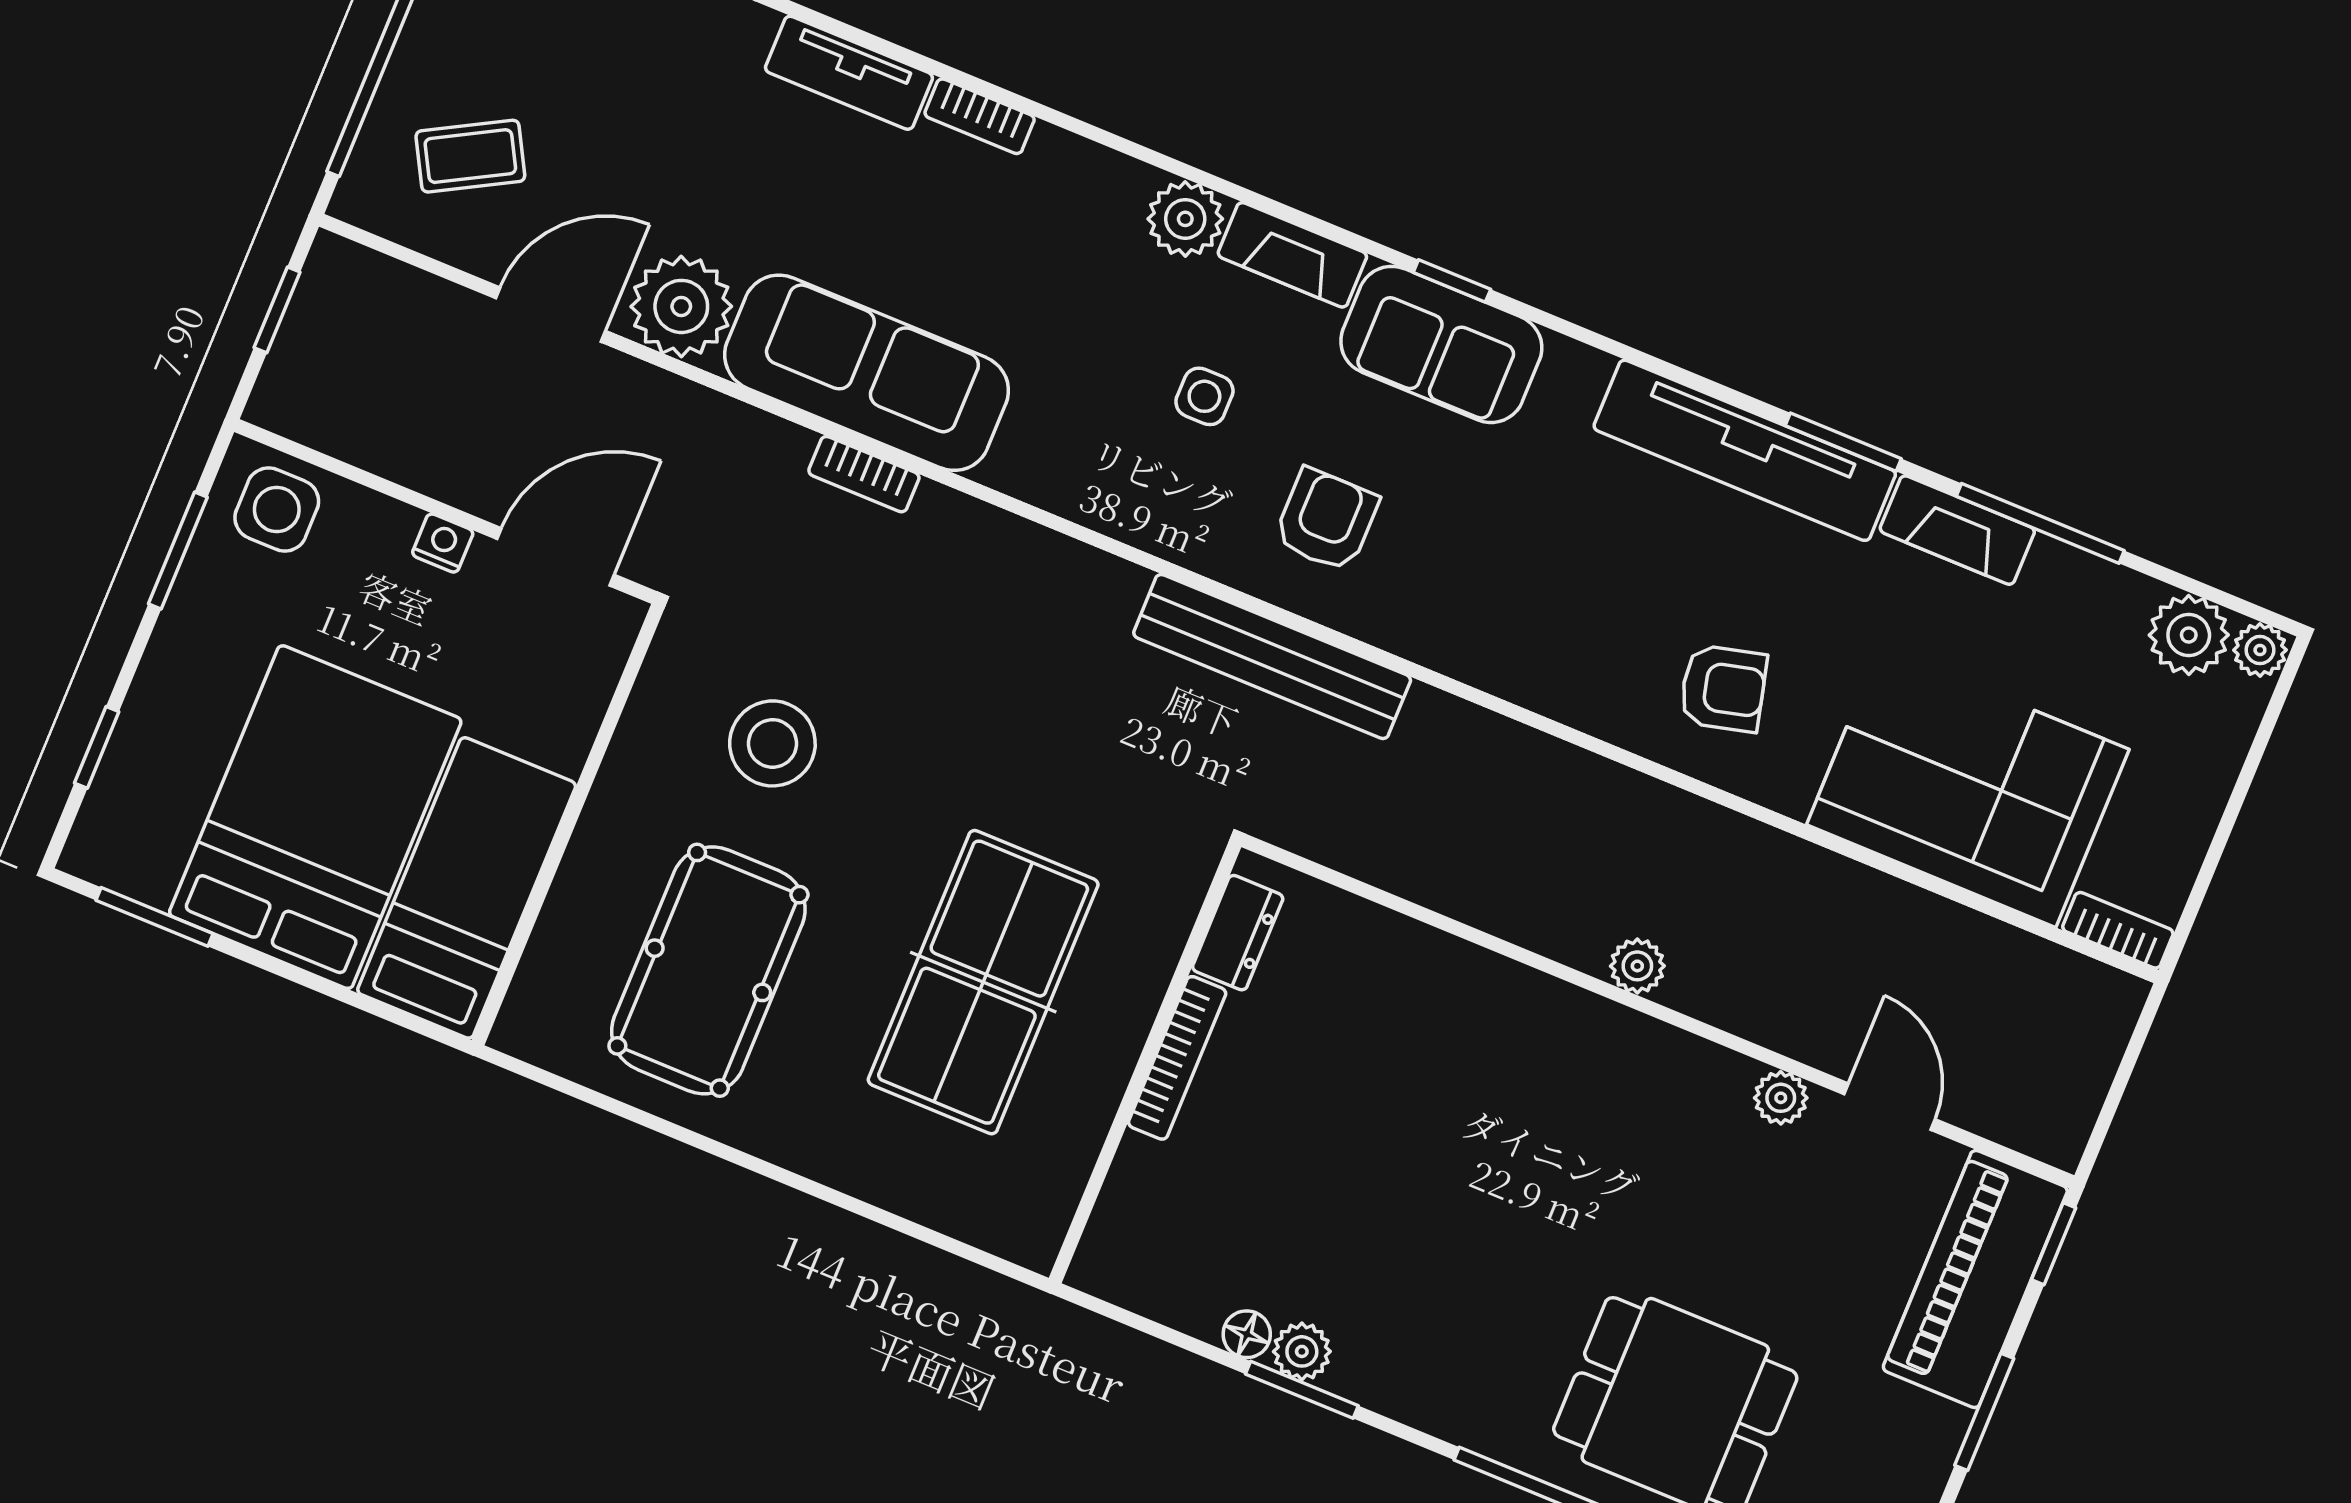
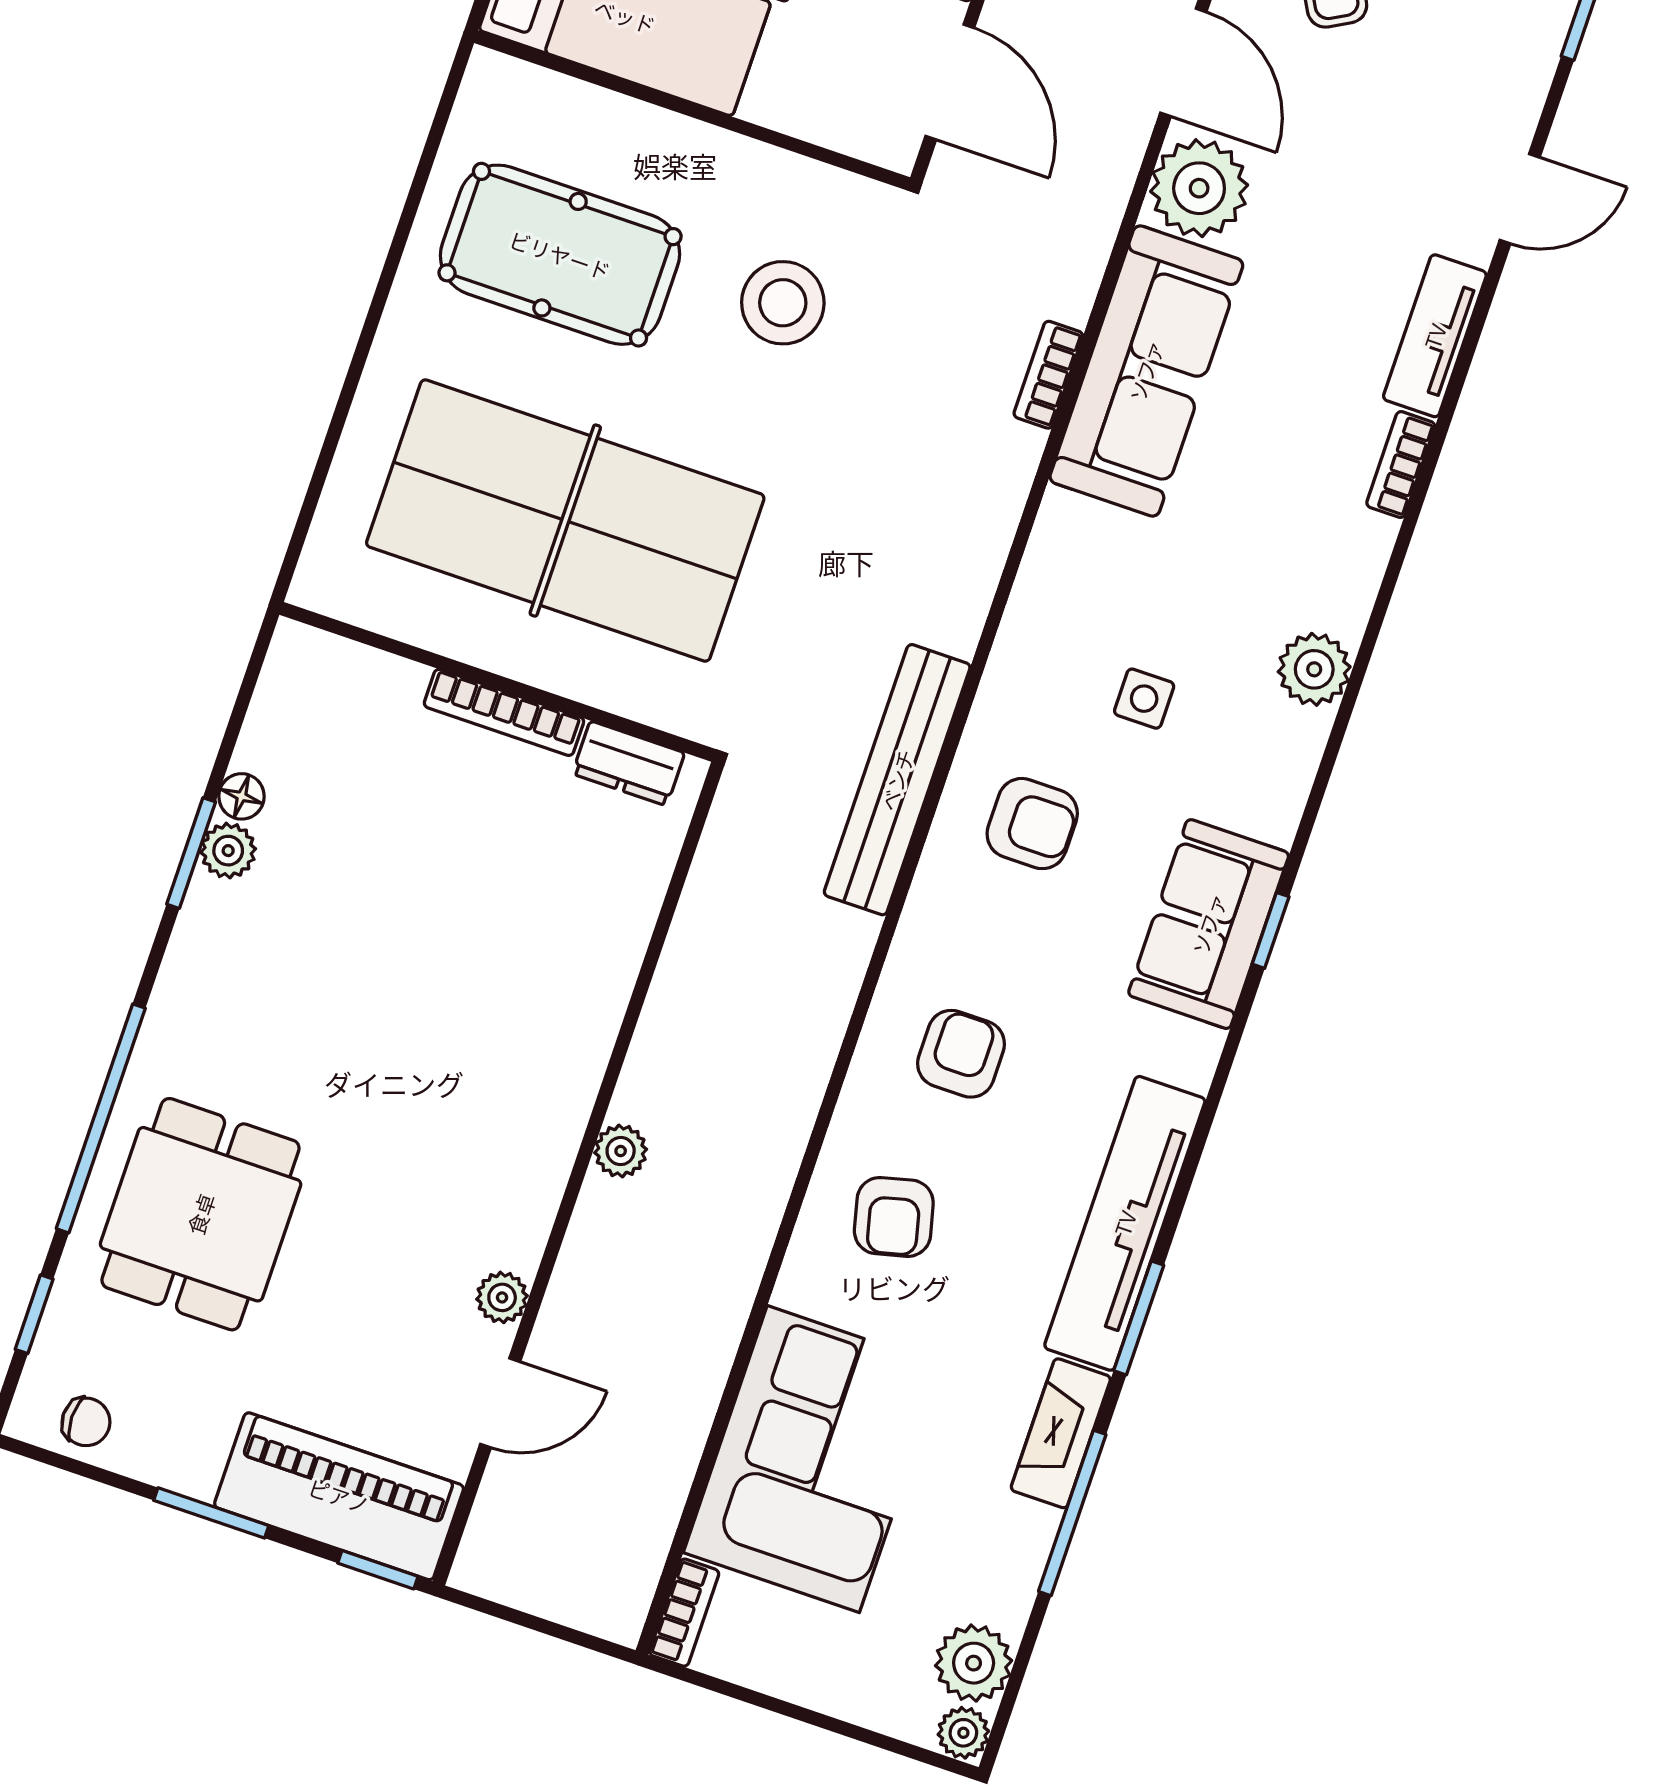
fireplace: (1292, 255) -> (1286, 775), removed
armchair: (1559, 608) -> (961, 1054), added
table tennis table: (983, 982) -> (565, 521), width x1.36, depth x1.32

